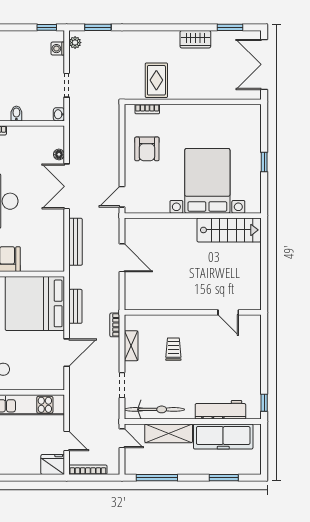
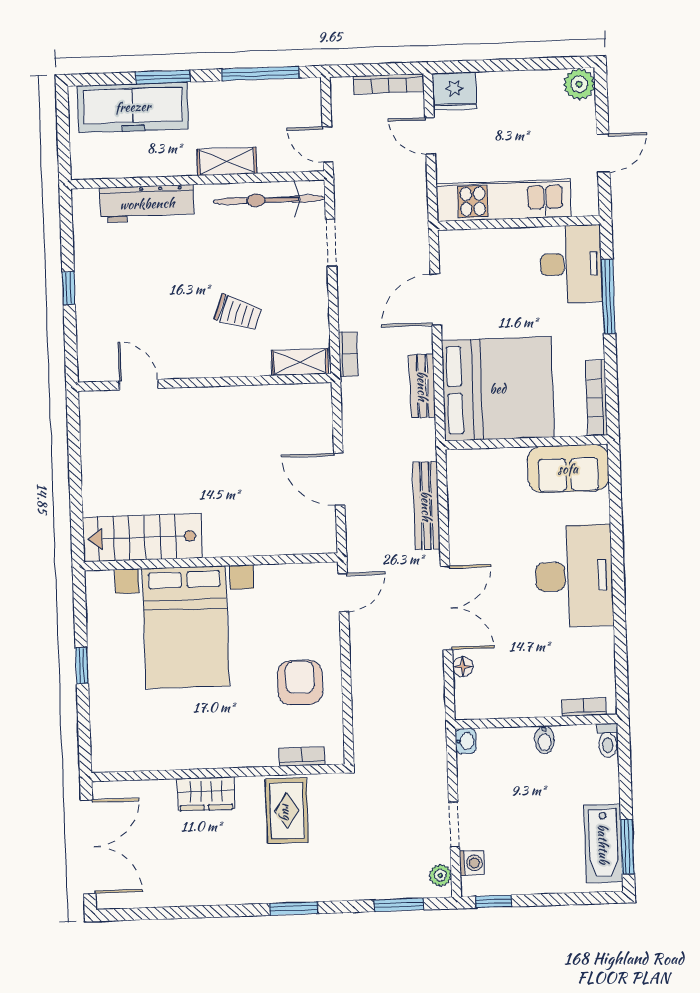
window: (230, 27) -> (294, 909), moved
wardrobe: (195, 39) -> (206, 794), moved, turned 180
doorway: (67, 85) -> (454, 825), moved
shelving: (131, 346) -> (300, 362), moved, turned 90
trolley: (173, 349) -> (238, 313), turned -70
window: (264, 403) -> (69, 288), moved
shelving: (169, 433) -> (227, 161), width x0.67, depth x0.75
freezer: (223, 437) -> (133, 107), moved, turned 180
window: (224, 478) -> (163, 77), moved

